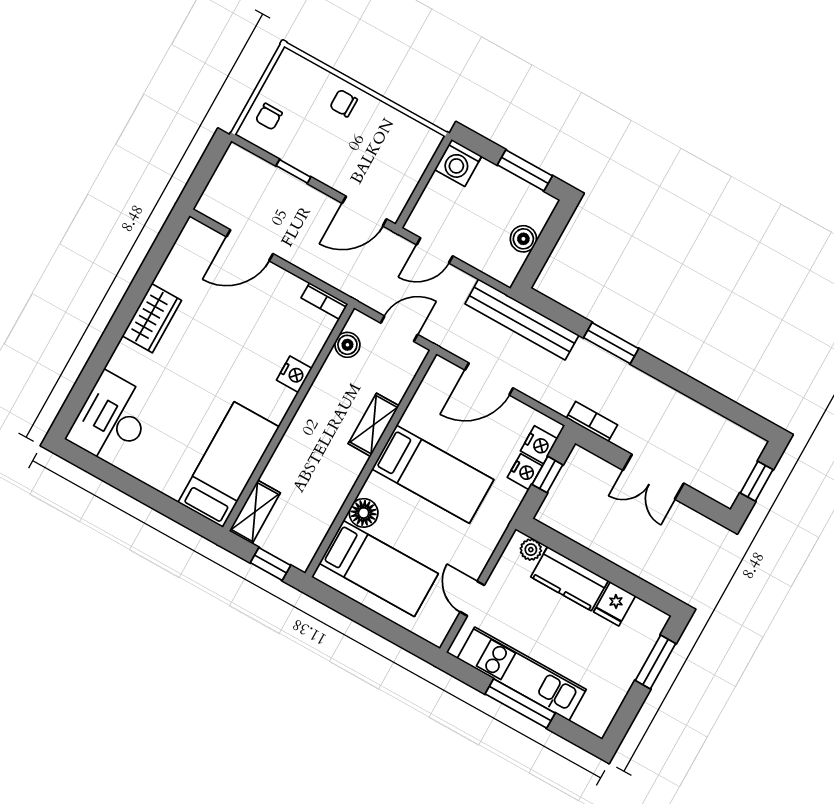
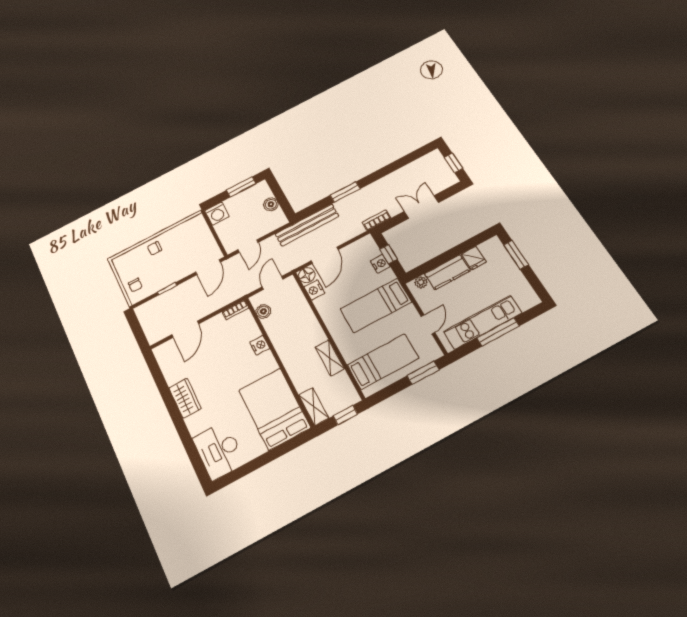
shelving: (374, 425) -> (330, 358), moved
nightstand: (539, 445) -> (314, 290), moved, turned 180
bed: (229, 465) -> (274, 409), width x1.50
bed: (433, 474) -> (376, 305), moved, turned 180
double door: (653, 477) -> (421, 207), swing flipped
floor lamp: (364, 513) -> (307, 275), moved
door: (472, 599) -> (428, 324), swing flipped
window: (397, 635) -> (423, 373), added

